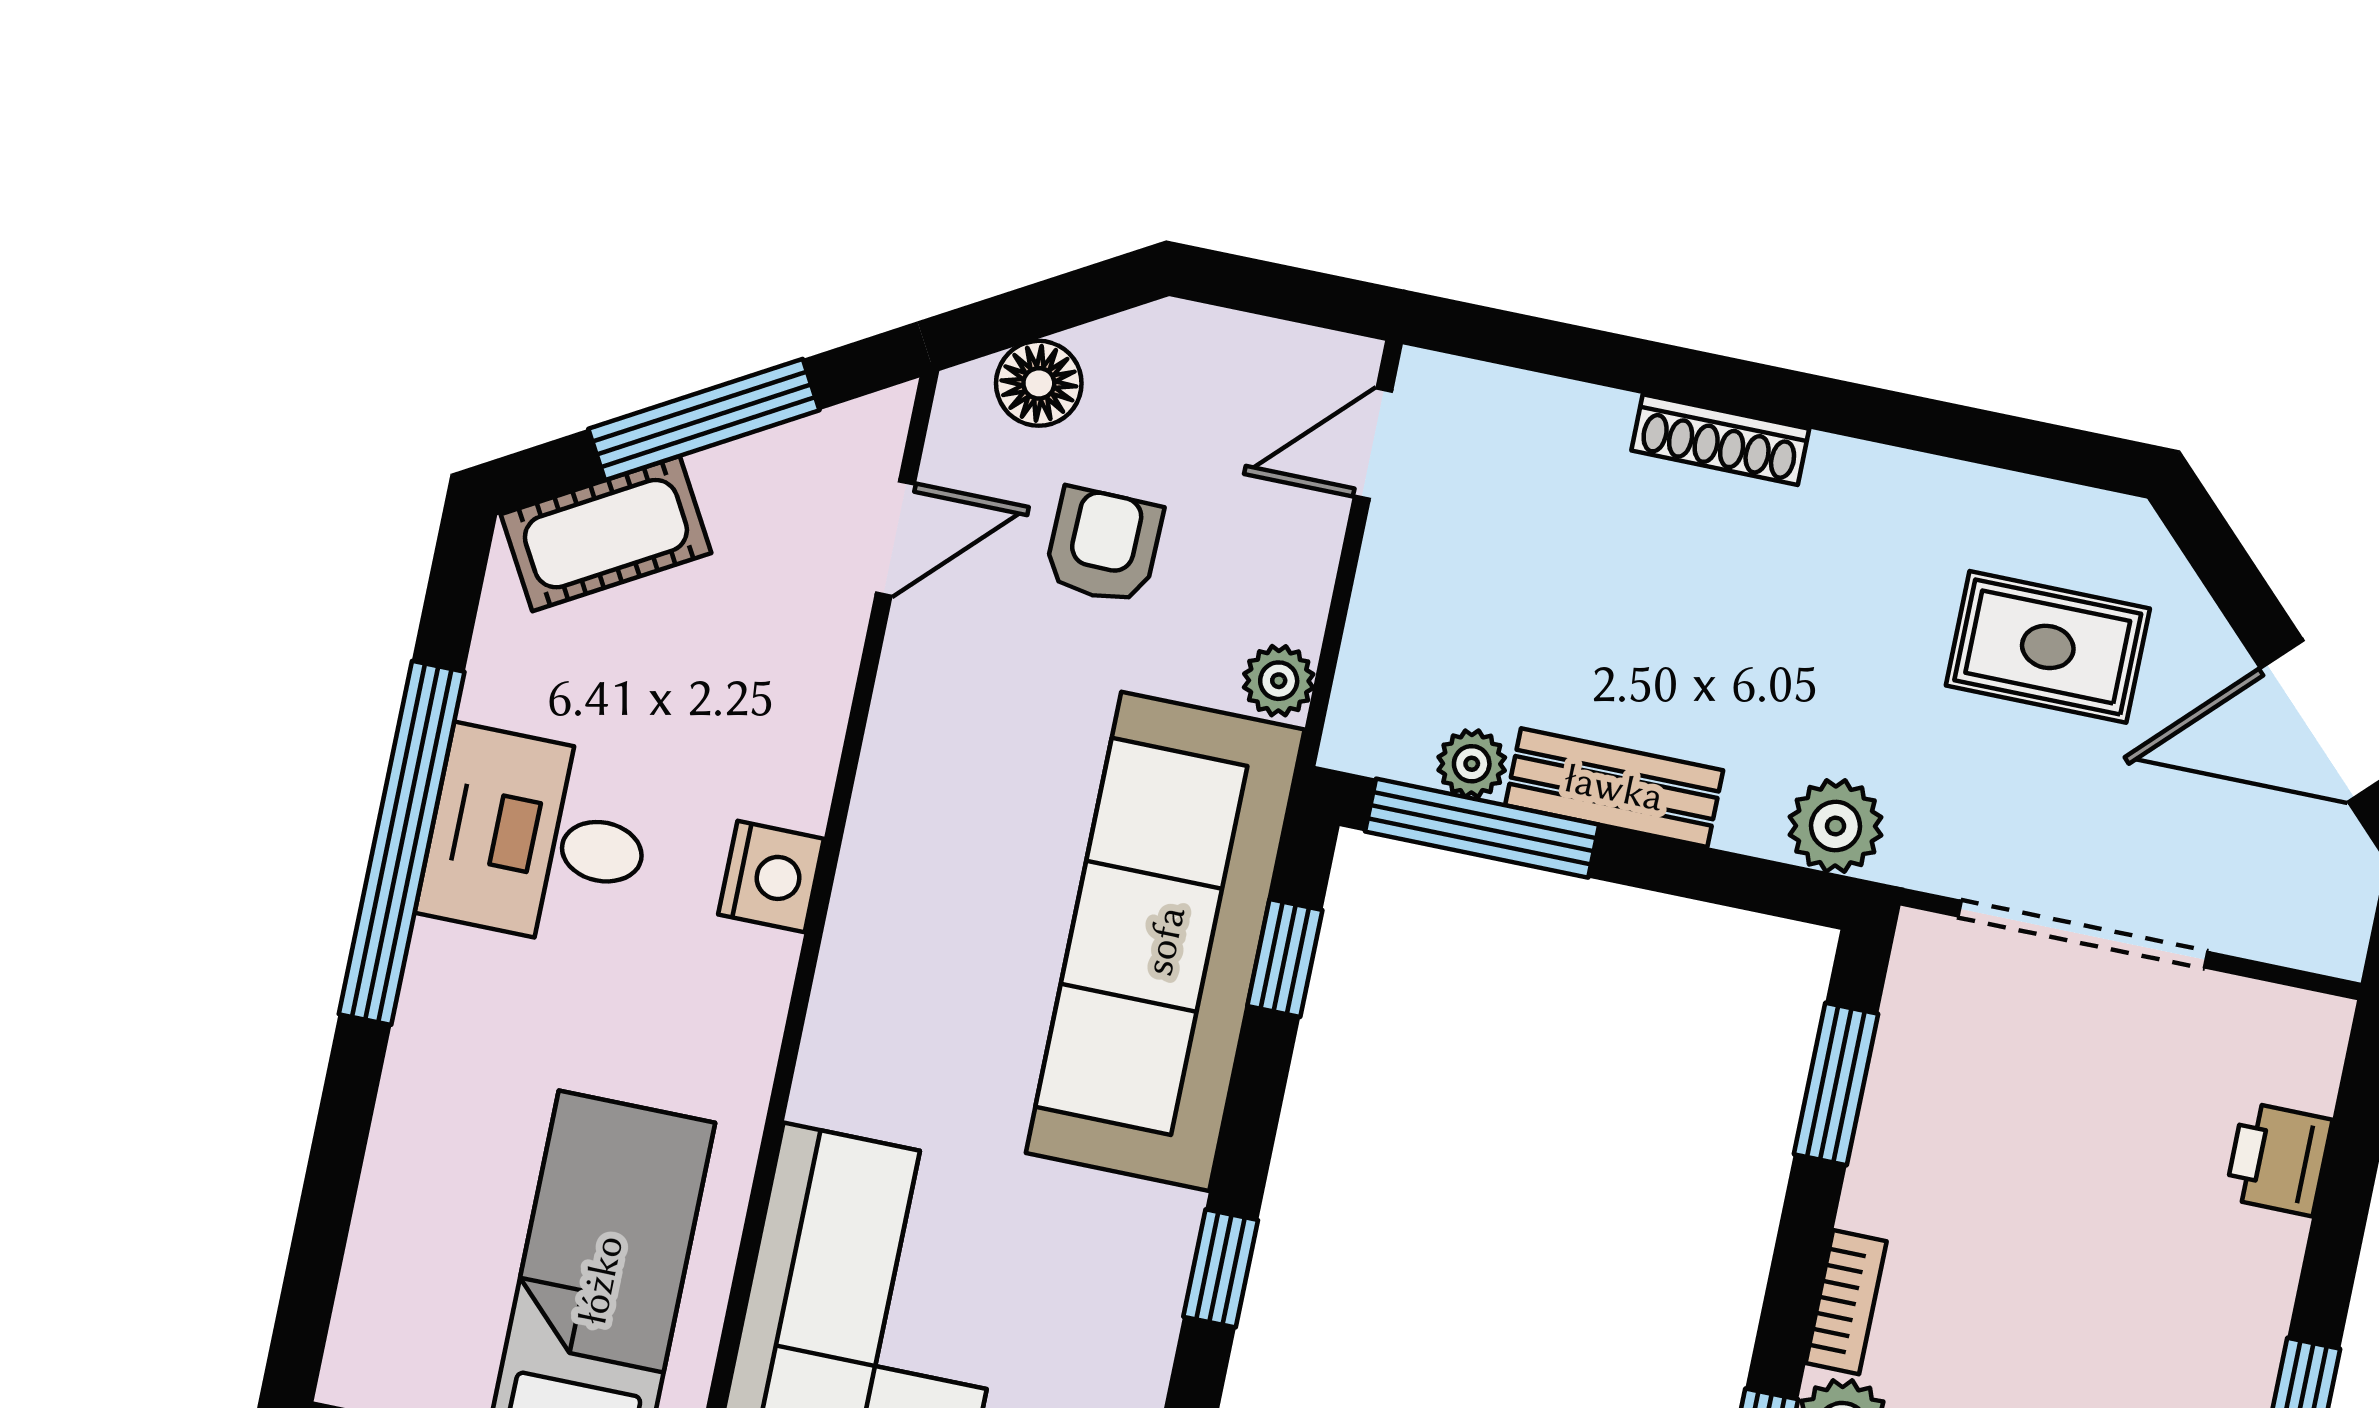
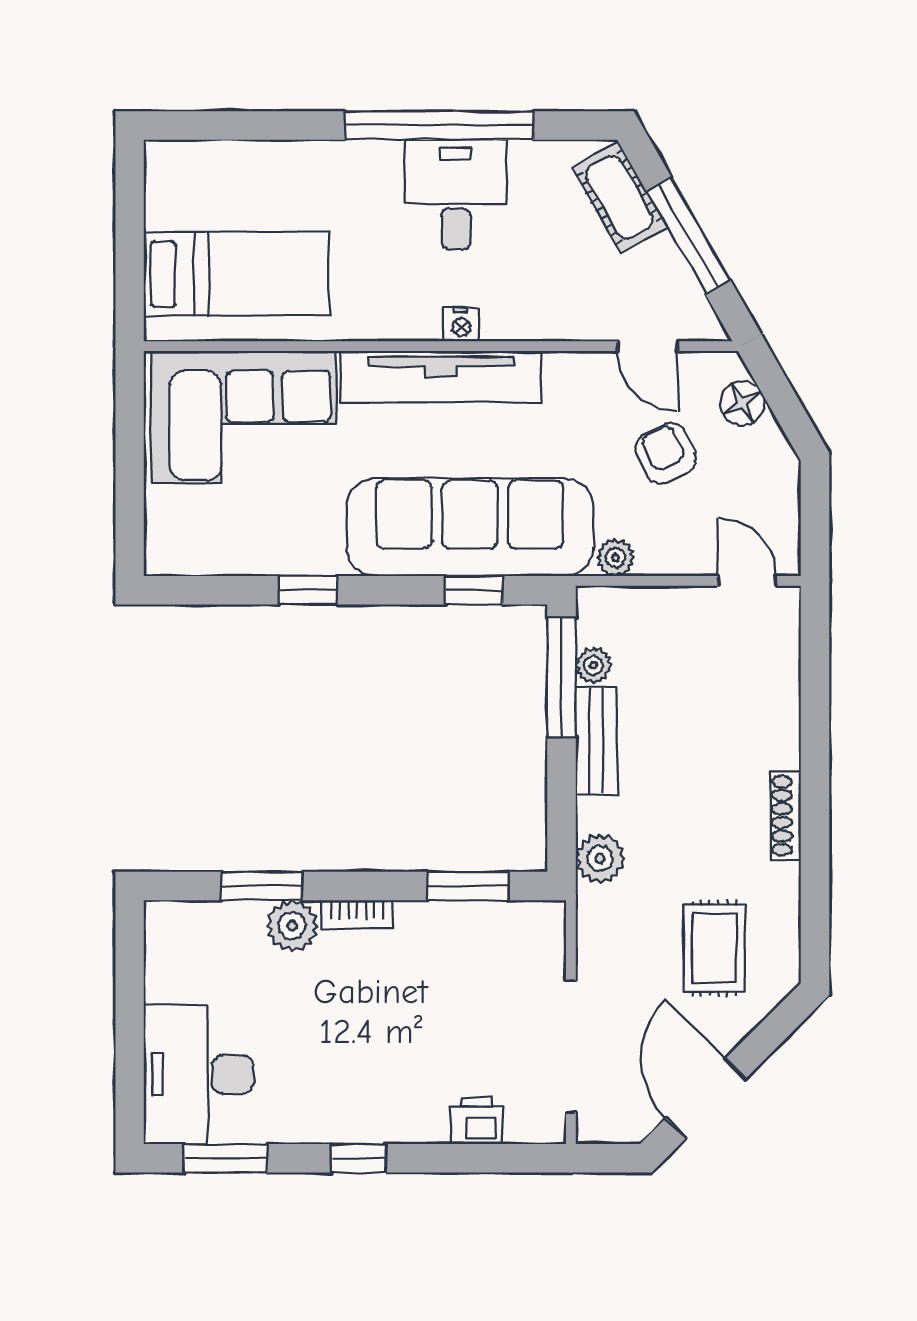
shoe rack: (1720, 440) -> (786, 816), moved
armchair: (1104, 546) -> (666, 454), turned -117
nightstand: (771, 877) -> (461, 324), width x0.72, depth x0.74
doorway: (2083, 934) -> (571, 1046), moved
tv unit: (872, 937) -> (441, 377), added

